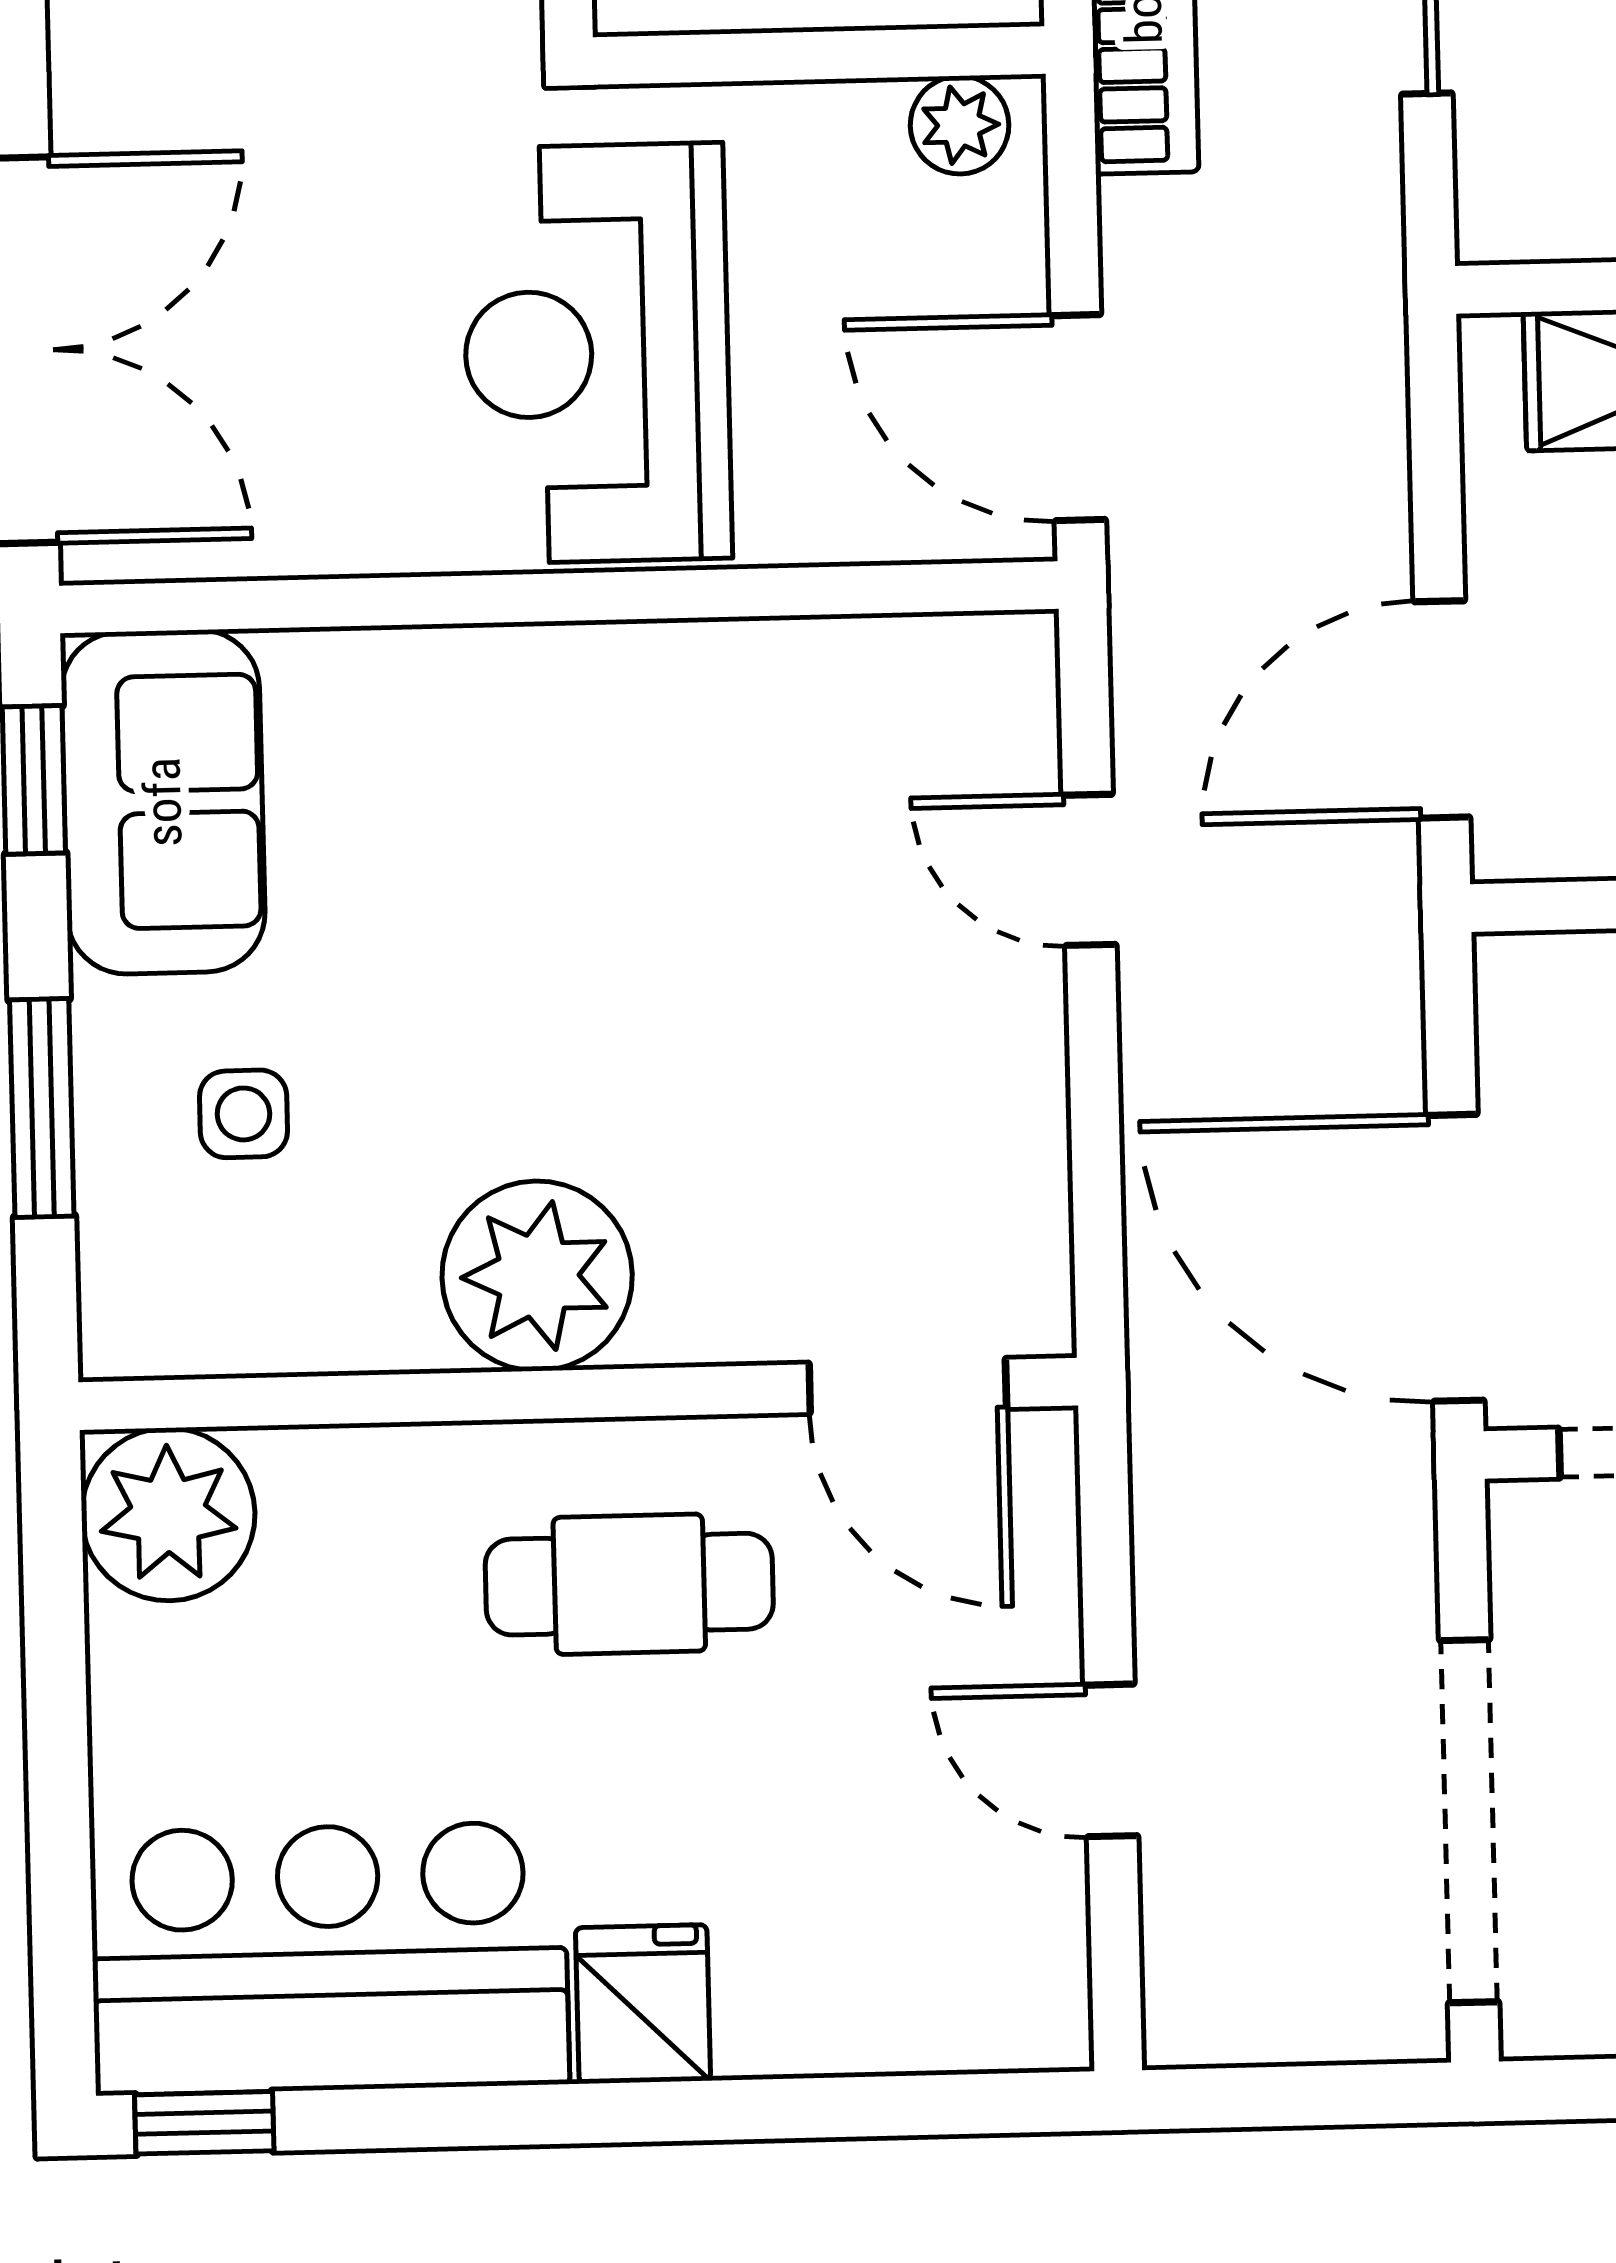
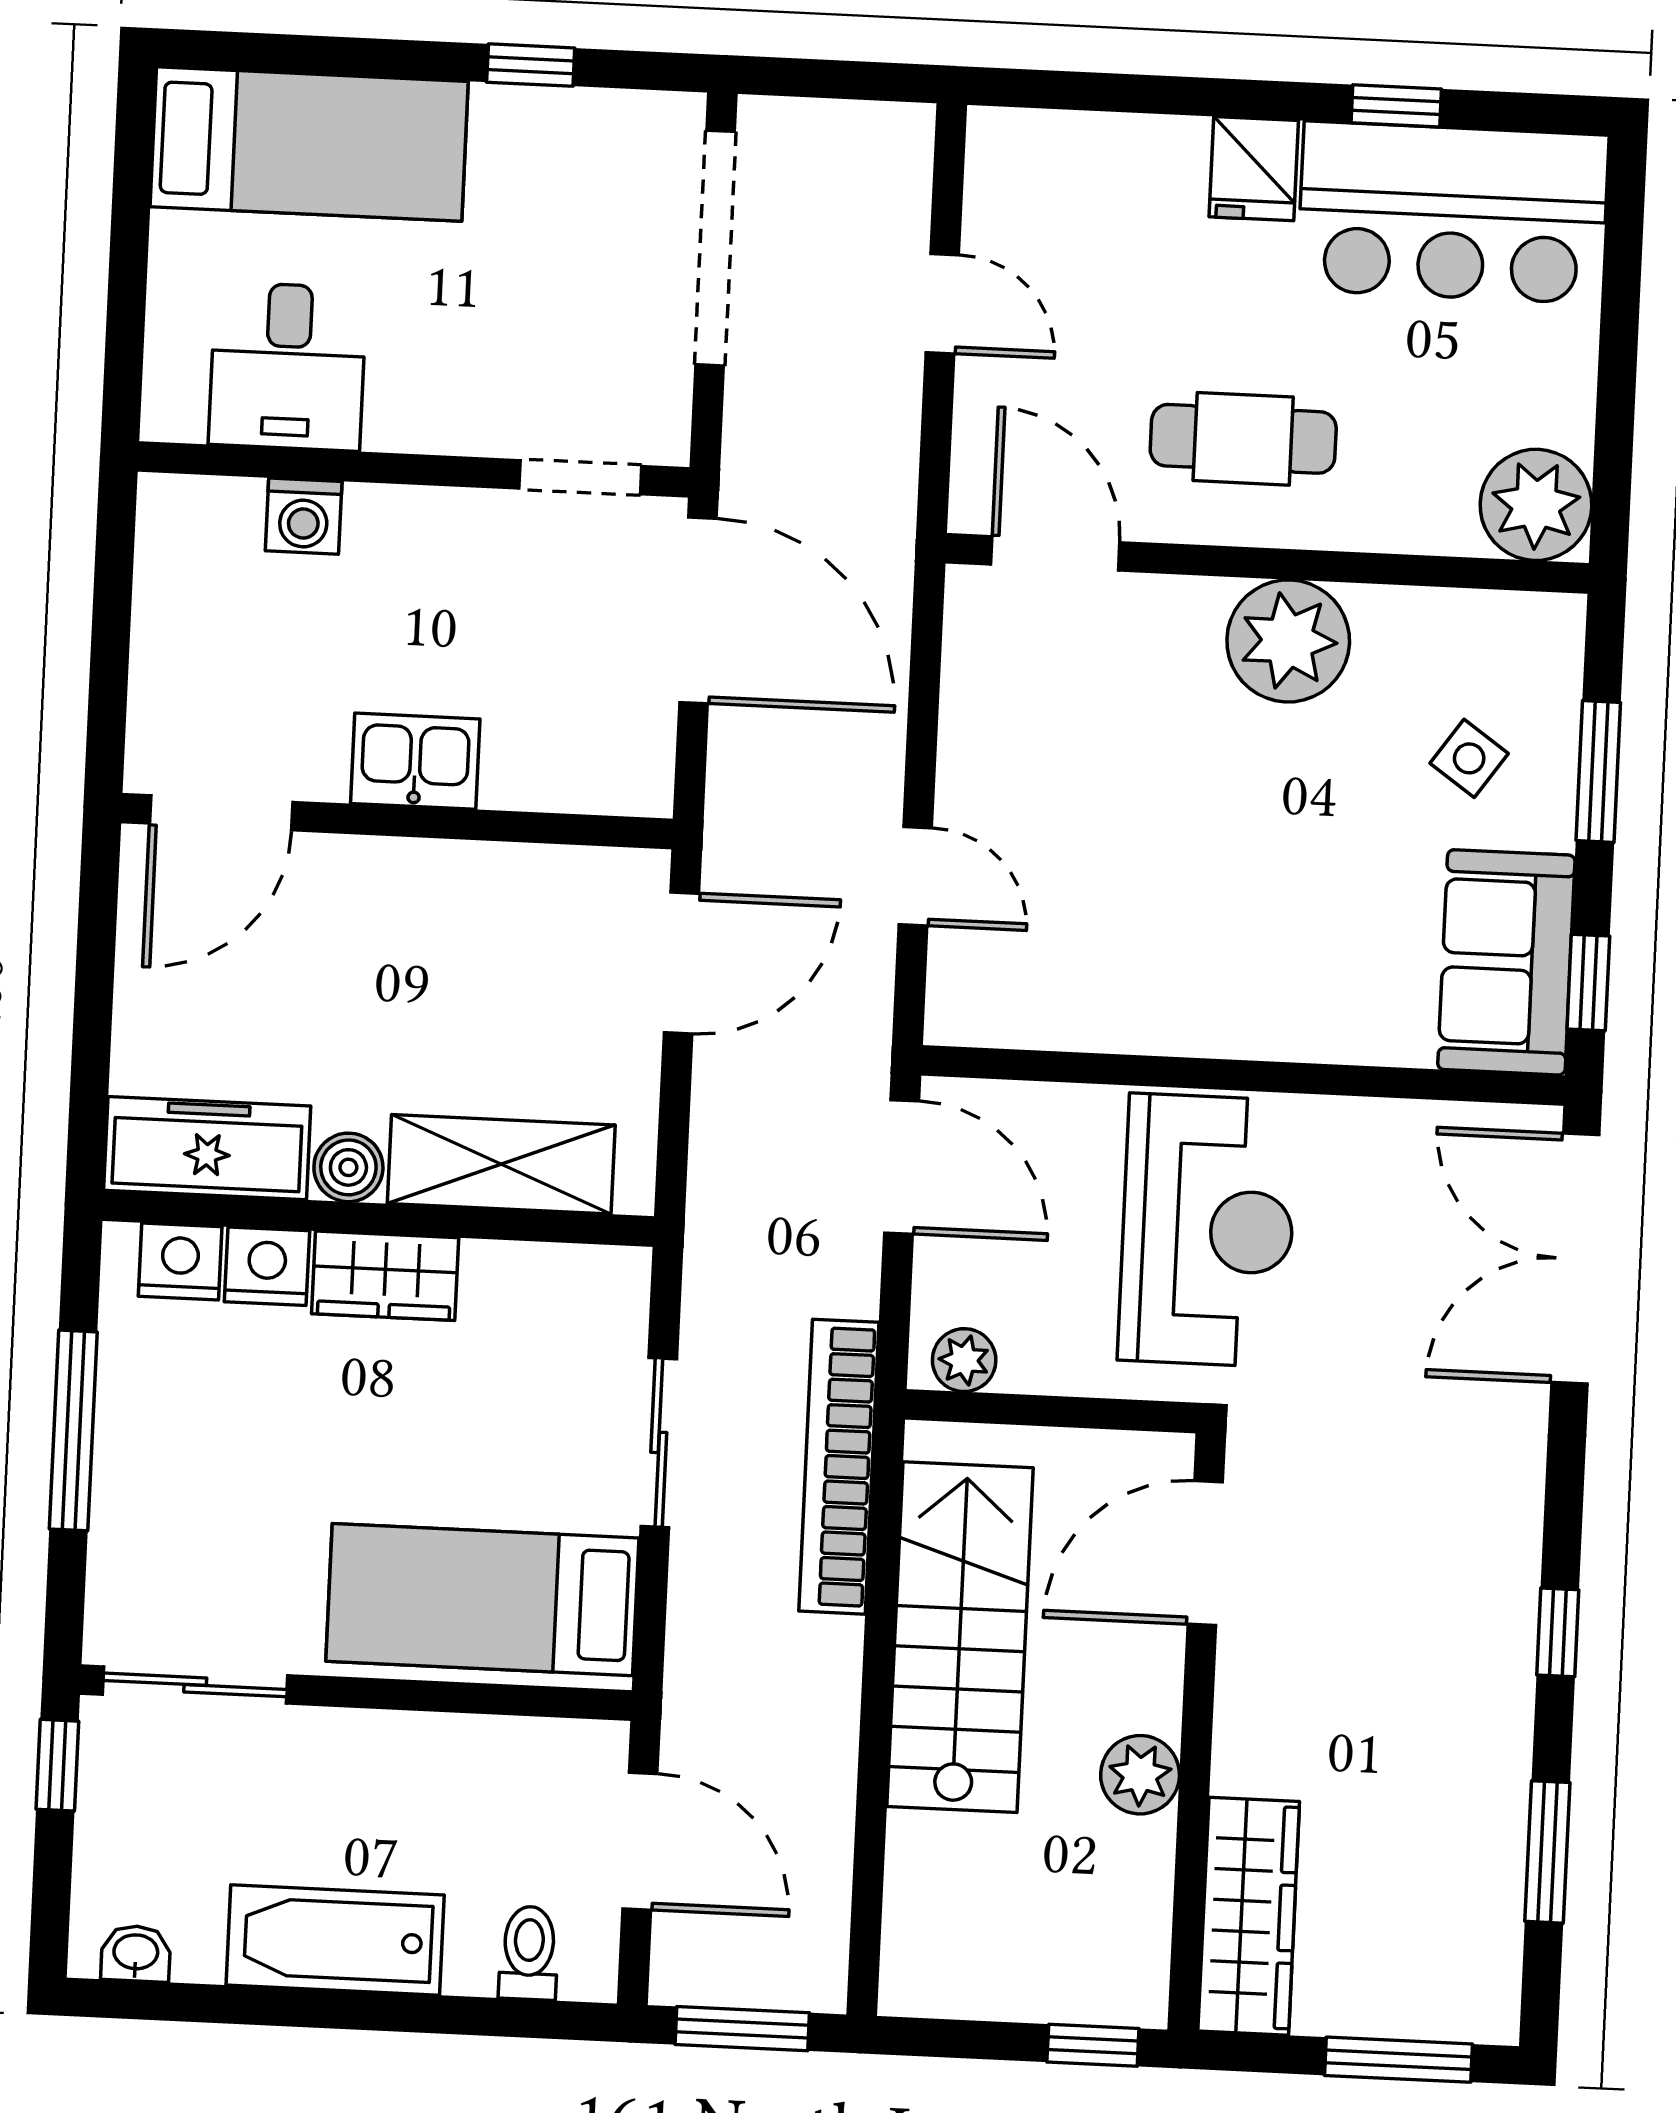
side table: (243, 1114) -> (1469, 758), turned 35
window: (204, 2123) -> (1396, 106), moved

